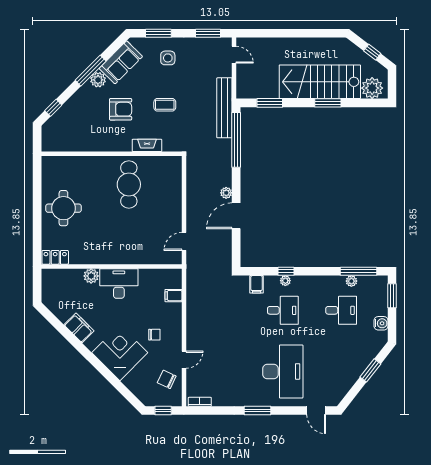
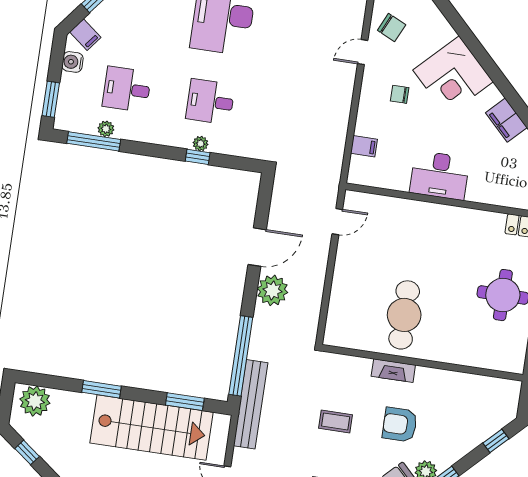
stairs: (320, 82) -> (151, 428), moved
fireplace: (147, 145) -> (393, 371), moved
plant: (226, 193) -> (273, 290), width x1.88, depth x1.88
plant: (91, 276) -> (478, 192), removed
filing cabinet: (257, 284) -> (85, 35), moved, turned 128

